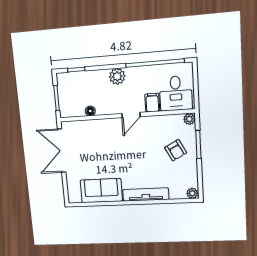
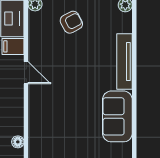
floor lamp: (90, 111) -> (18, 142), moved

